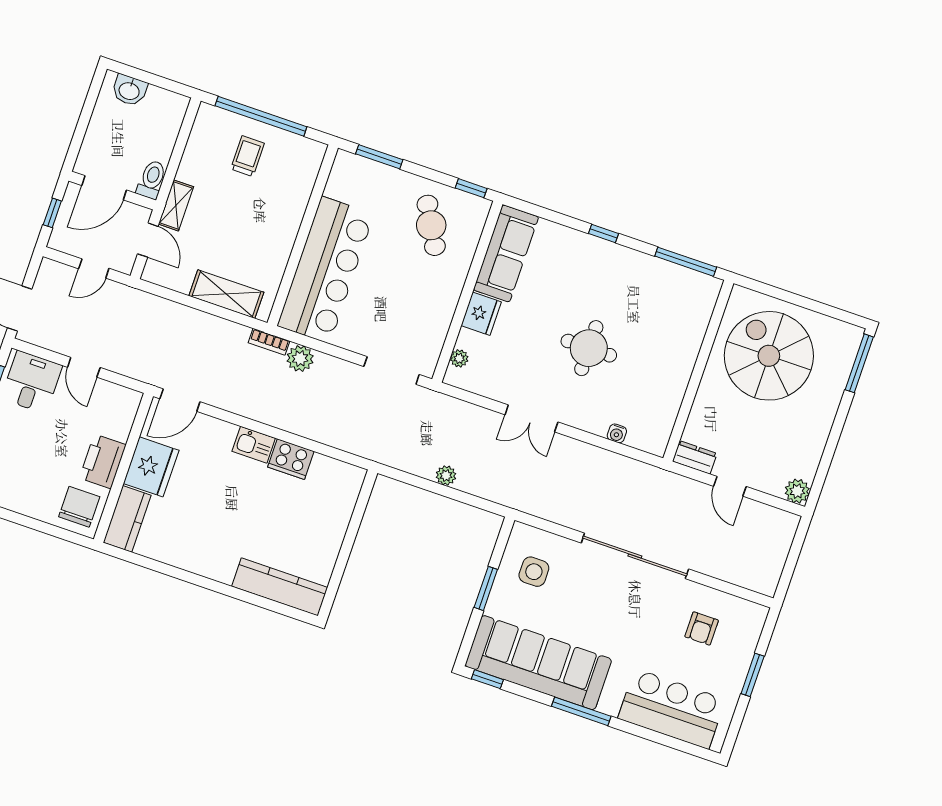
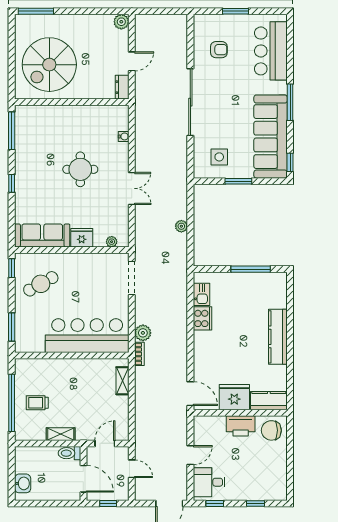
shelving: (176, 205) -> (61, 434), moved
shelving: (226, 294) -> (123, 381), width x0.67, depth x0.75
kitchen sink: (254, 445) -> (201, 294), moved
window: (342, 561) -> (251, 269), added
kitchen counter: (280, 587) -> (278, 337), moved

